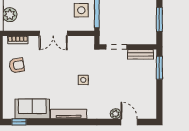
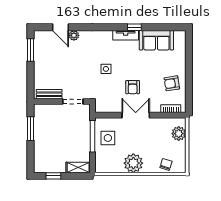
armchair: (56, 61) -> (133, 87), added
window: (159, 68) -> (30, 50), moved
tv unit: (69, 114) -> (126, 35), width x0.71
window: (19, 122) -> (134, 27), moved

